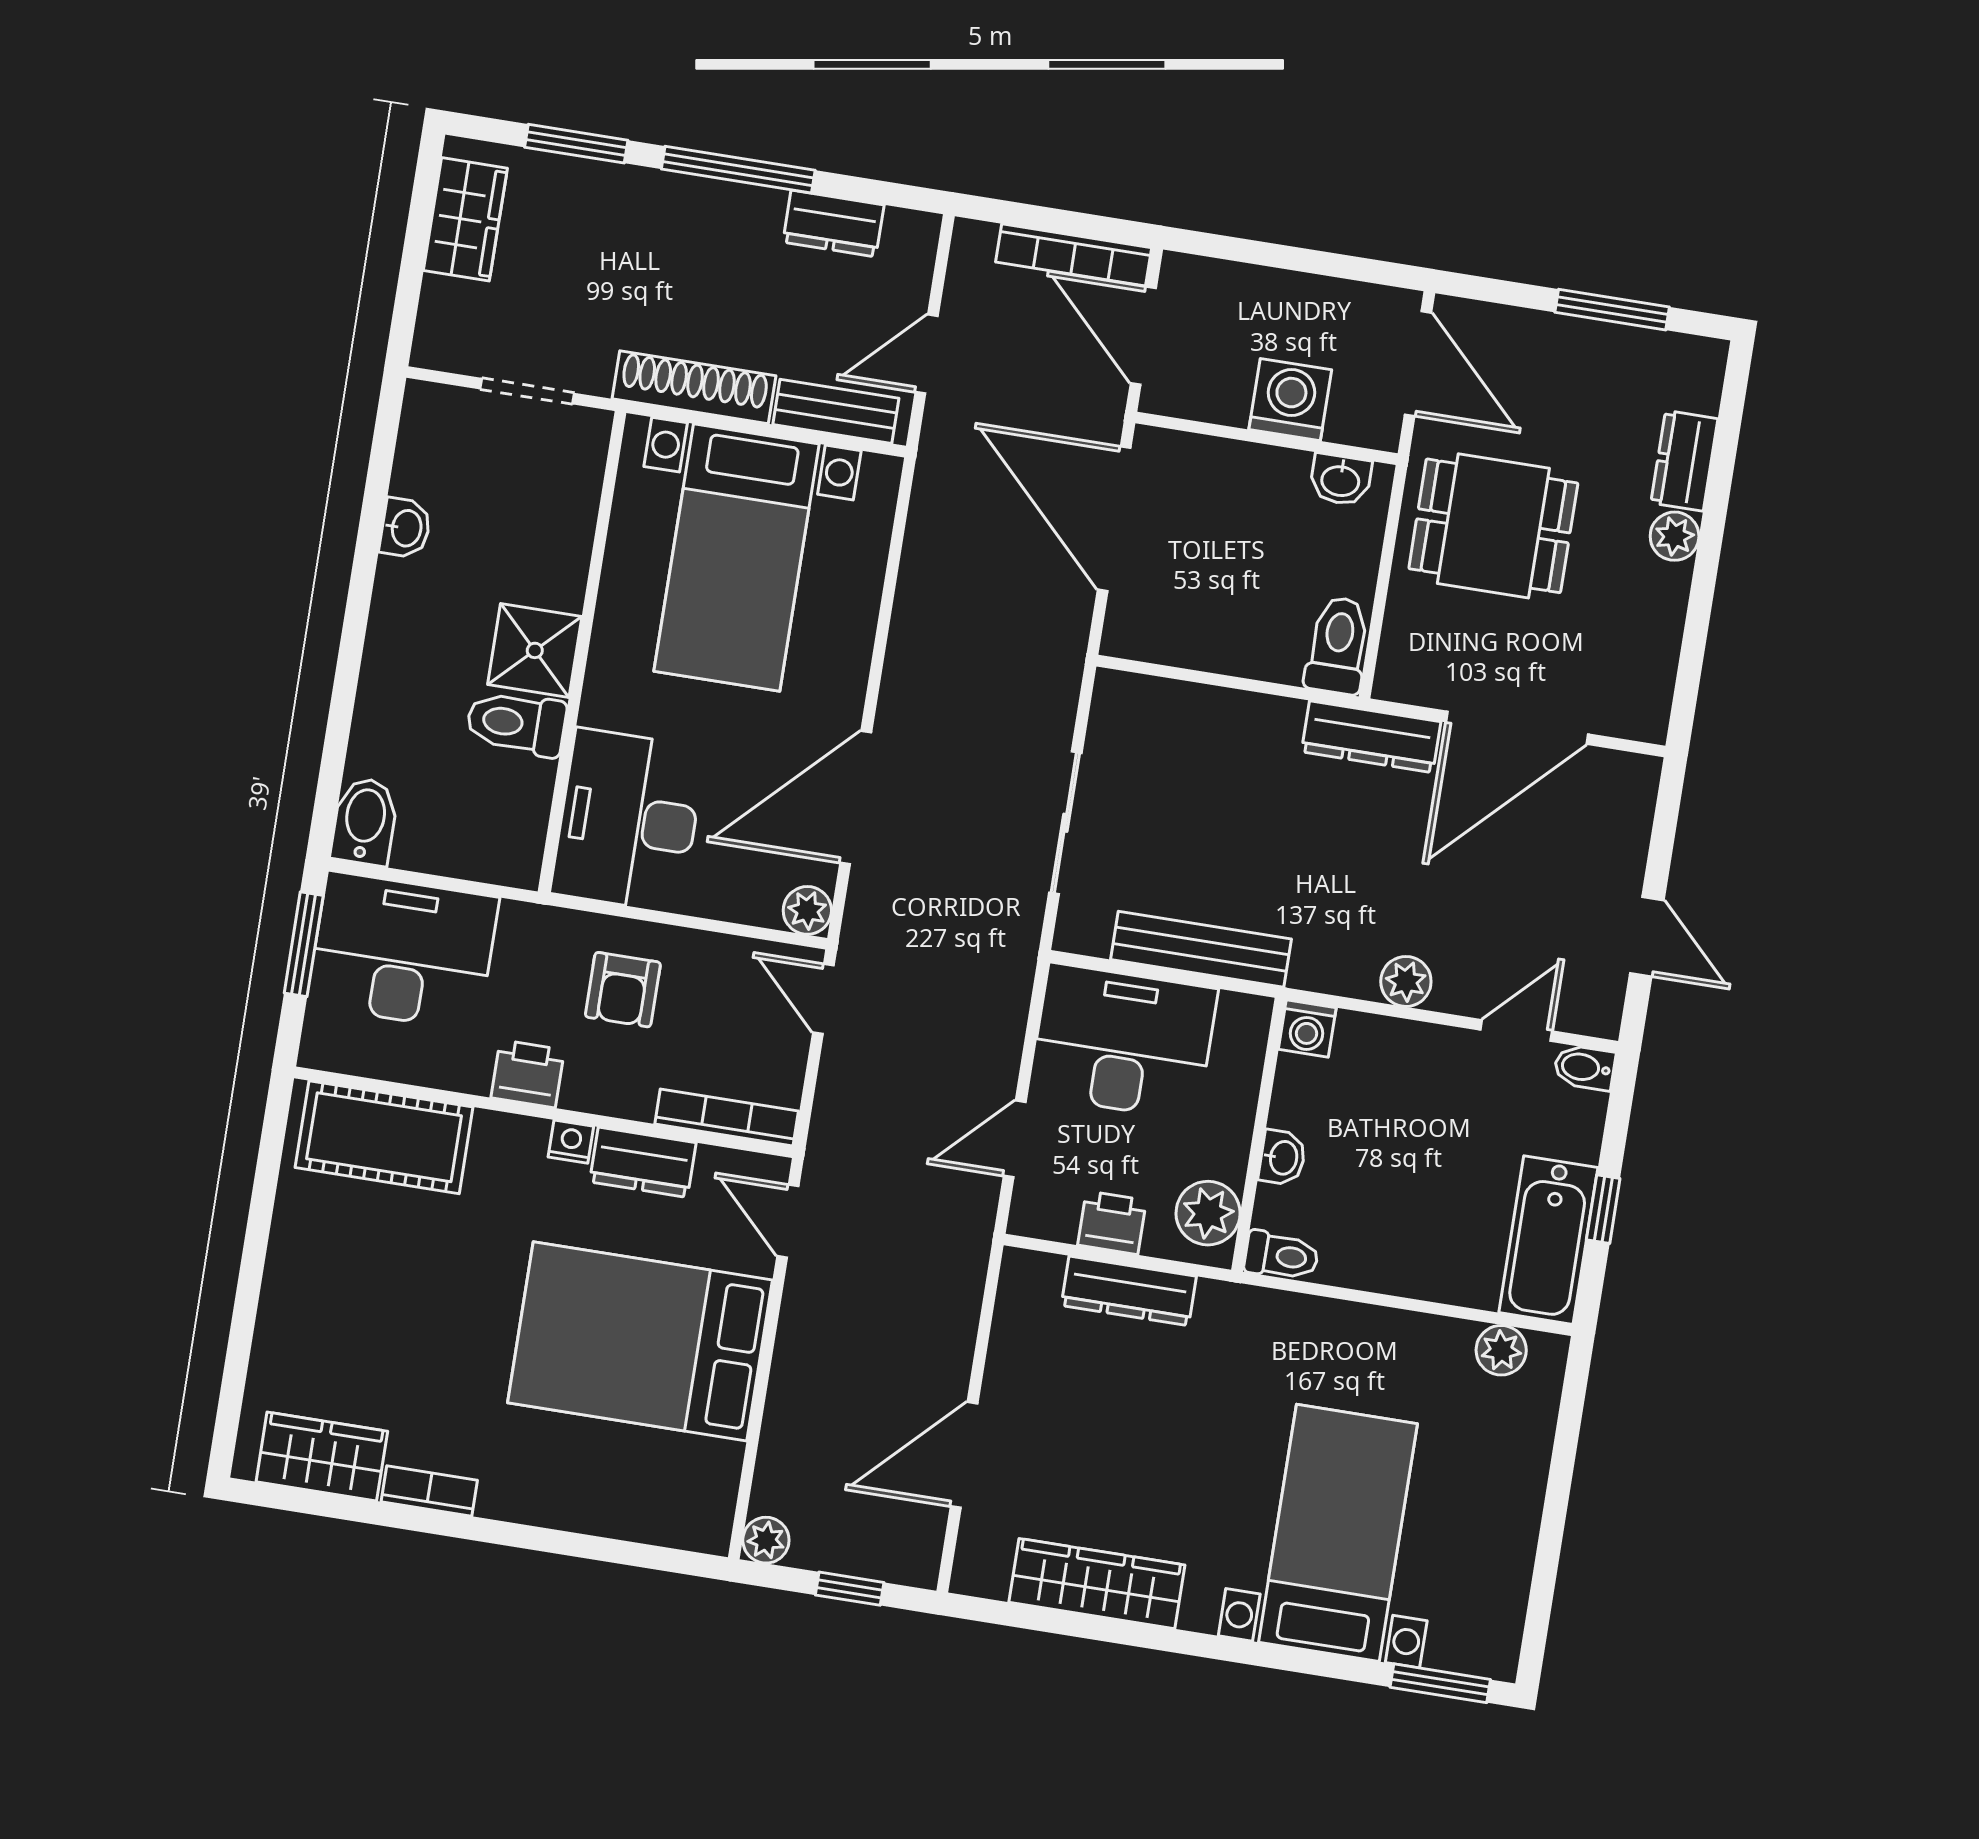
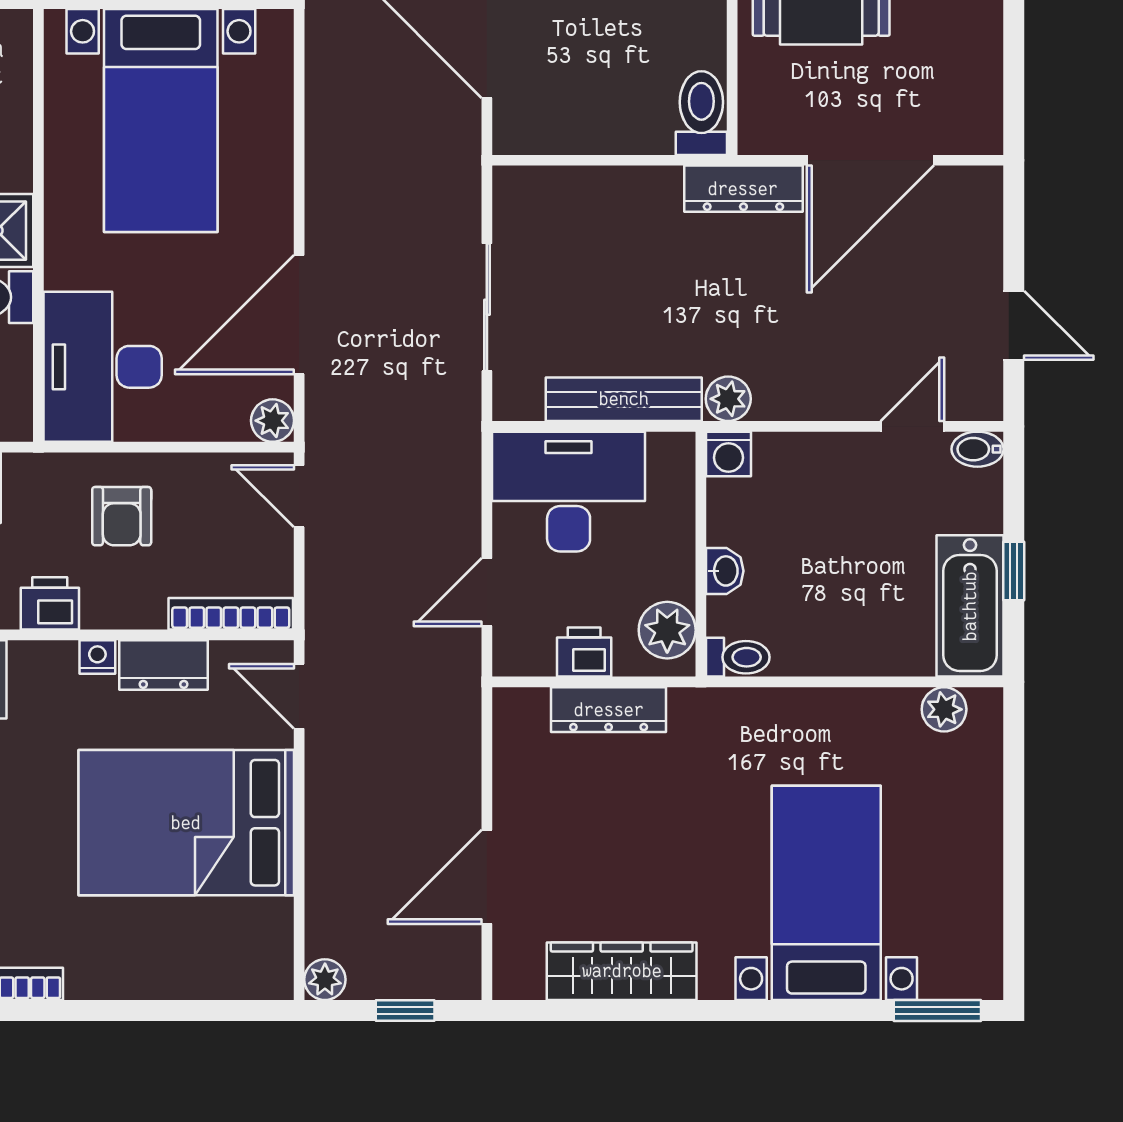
plant: (1406, 981) -> (728, 399), moved

